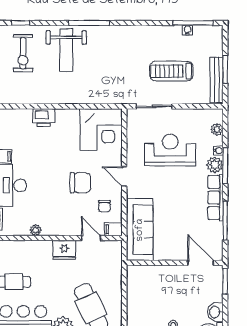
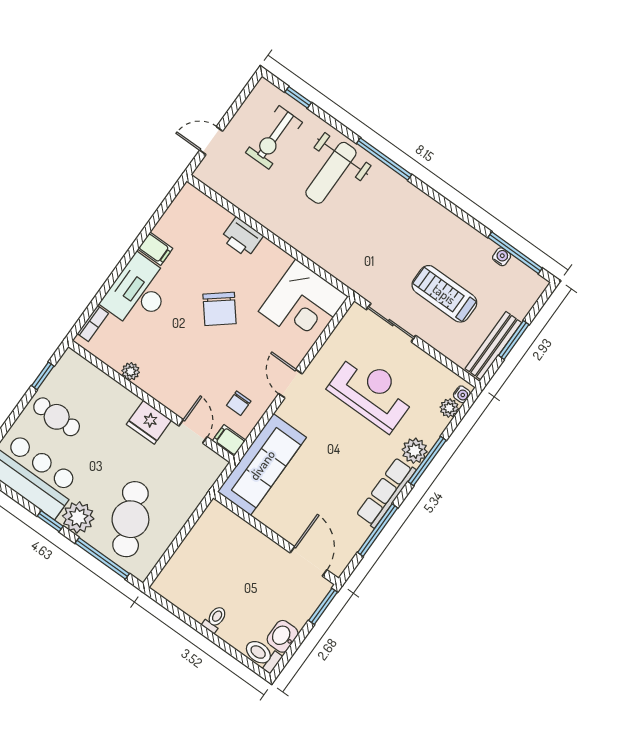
water cooler: (218, 151) -> (462, 394), moved
chair: (80, 183) -> (220, 309), moved, turned 51

